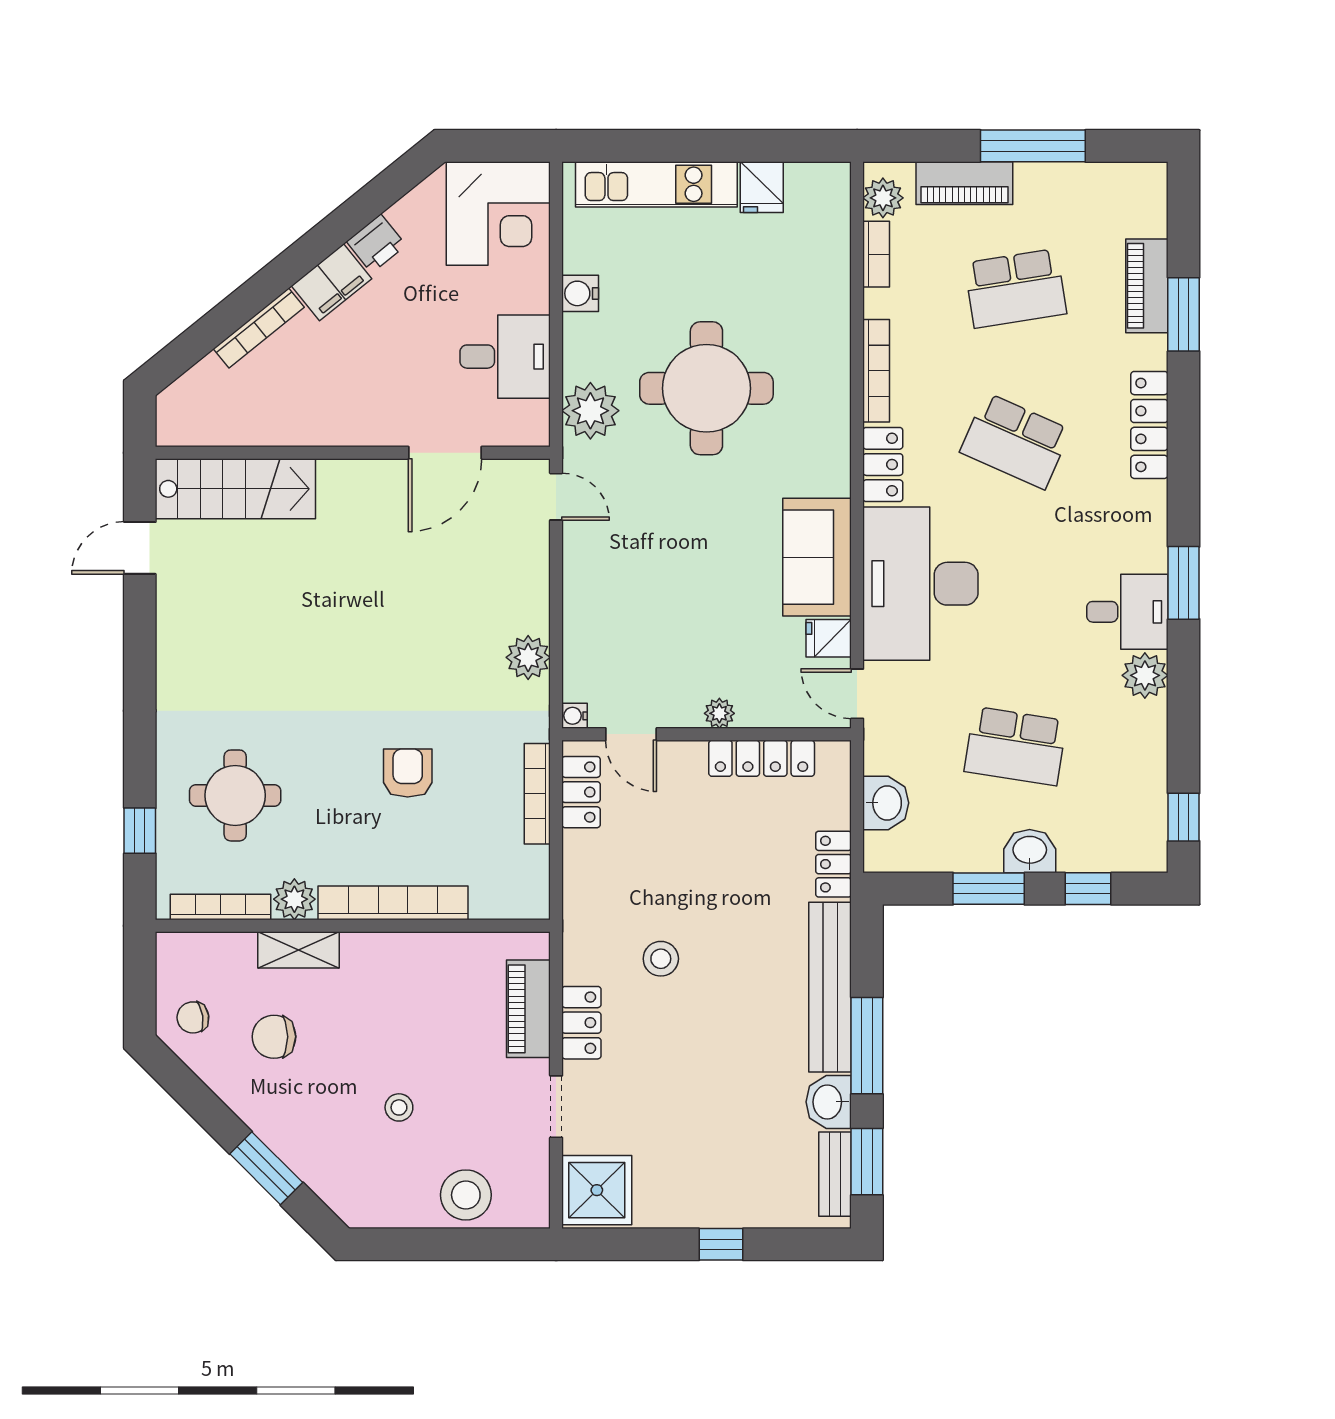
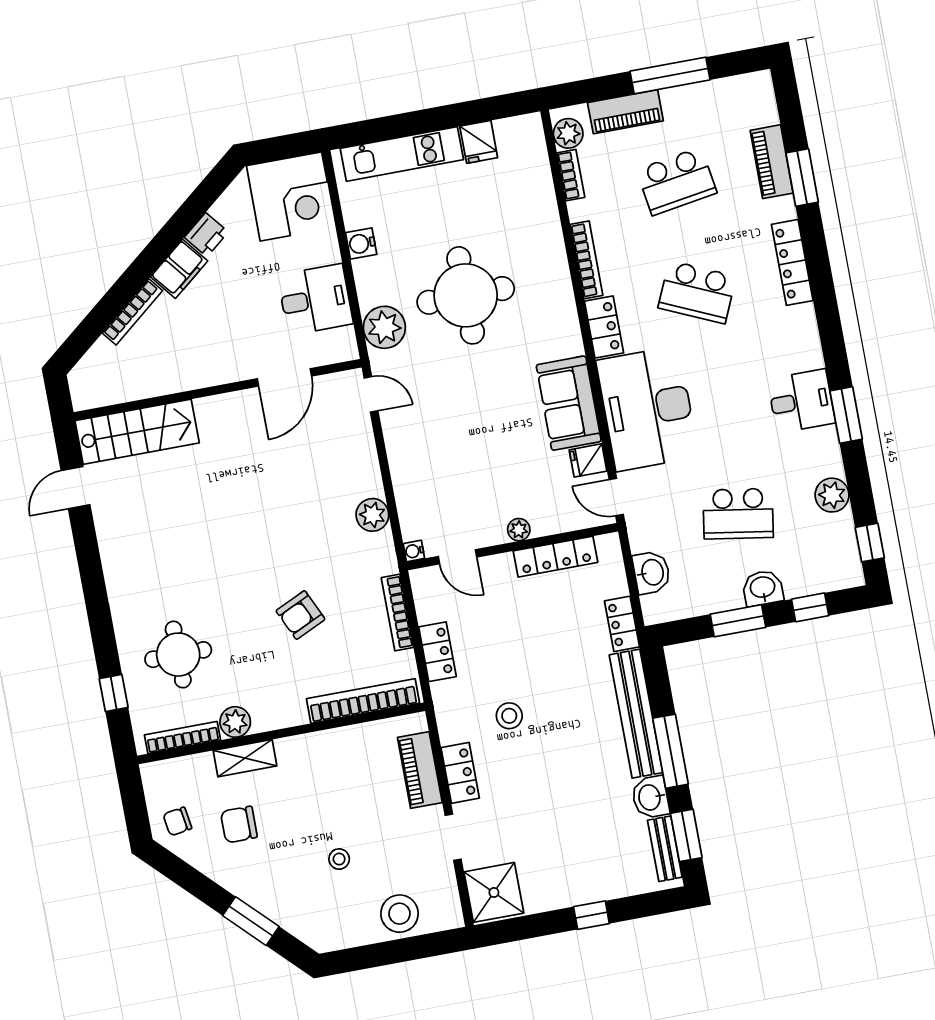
window: (1184, 583) -> (846, 415), moved
plant: (1145, 675) -> (832, 495), moved
armchair: (408, 773) -> (300, 615), turned -115
locker: (581, 792) -> (437, 652), moved
bookcase: (393, 903) -> (363, 701), moved

